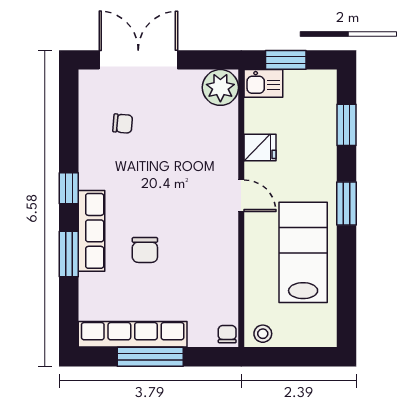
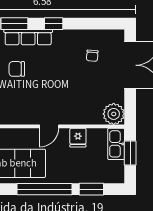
kitchen sink: (263, 83) -> (116, 144), width x1.38
window: (346, 204) -> (44, 189), width x2.11

